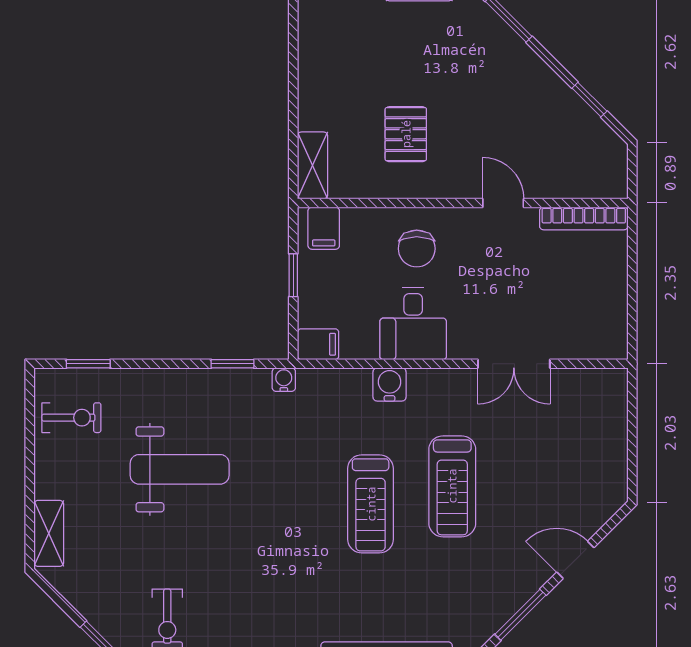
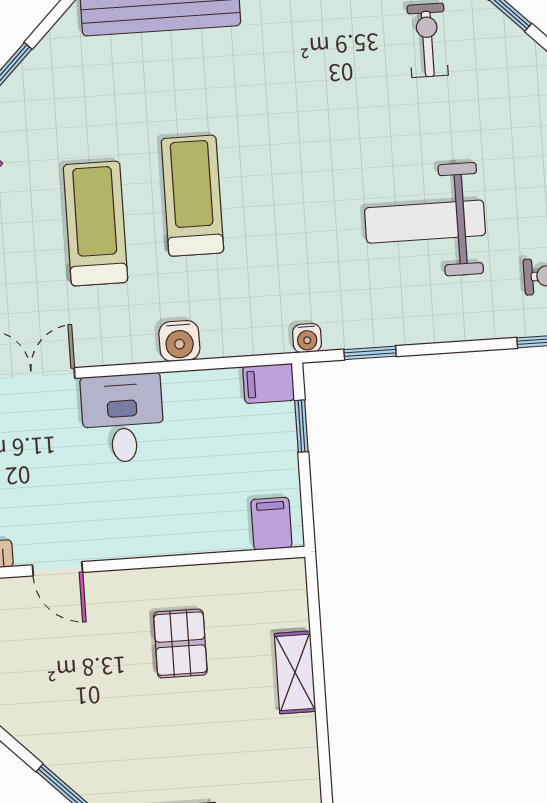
shelving: (312, 165) -> (295, 672), moved
chair: (417, 249) -> (158, 507), removed
window: (293, 275) -> (301, 426), moved
desk: (413, 324) -> (123, 418), moved

